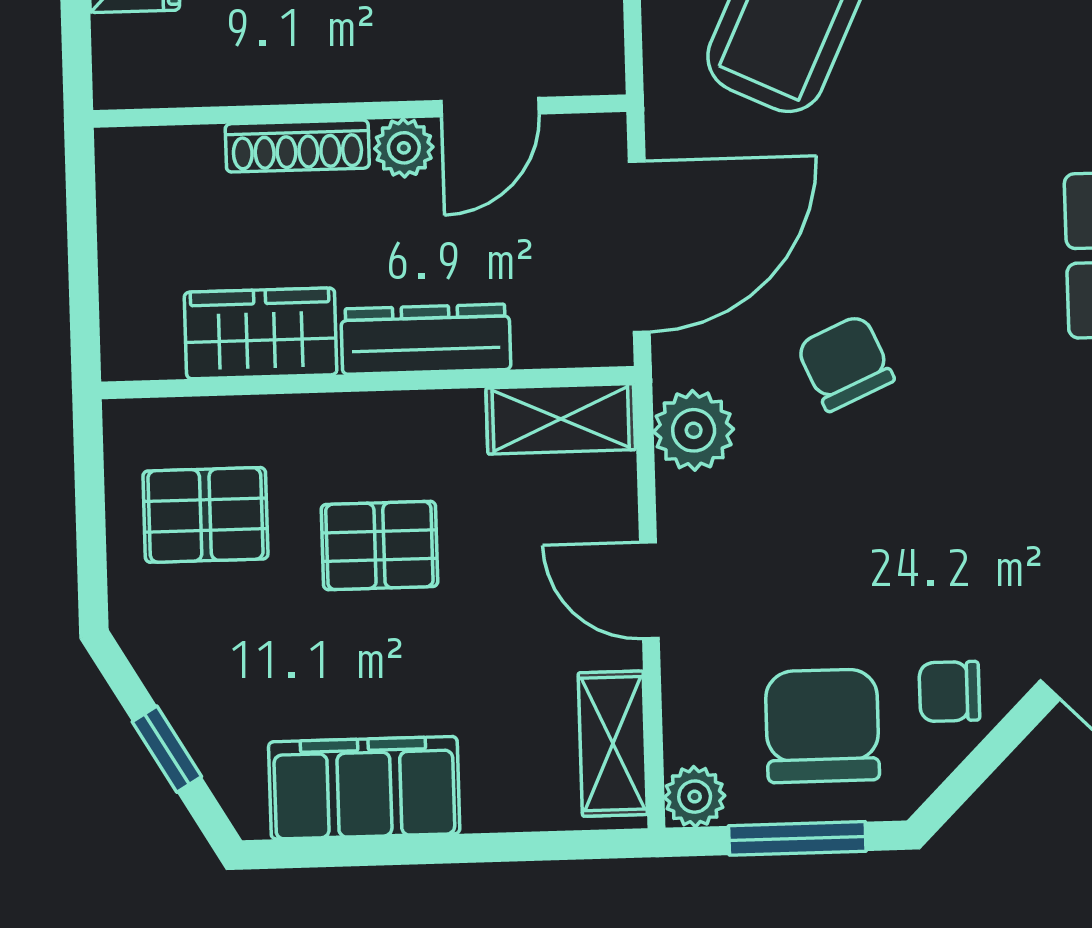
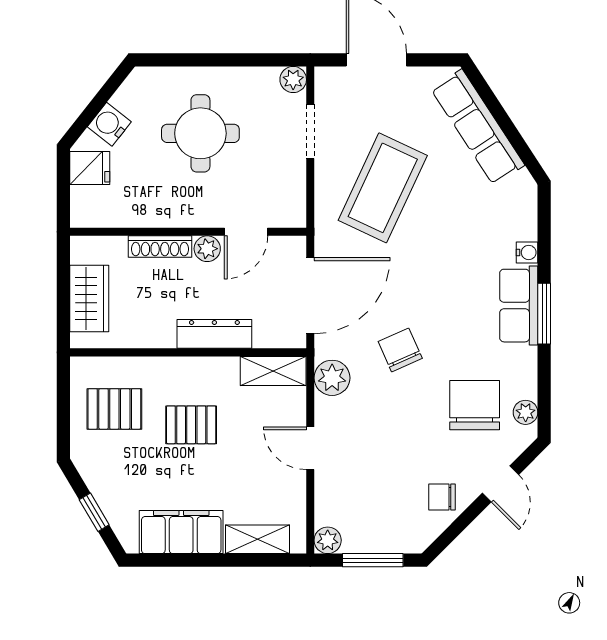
wardrobe: (261, 333) -> (89, 298), moved, turned 90
chair: (822, 726) -> (475, 405), moved
shelving: (613, 744) -> (257, 539), moved, turned 90

